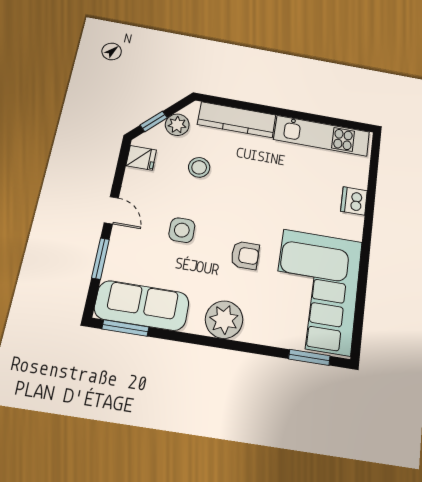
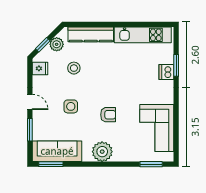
window: (371, 193) -> (176, 65), added
corner sofa: (316, 291) -> (157, 128), width x0.73, depth x0.74

